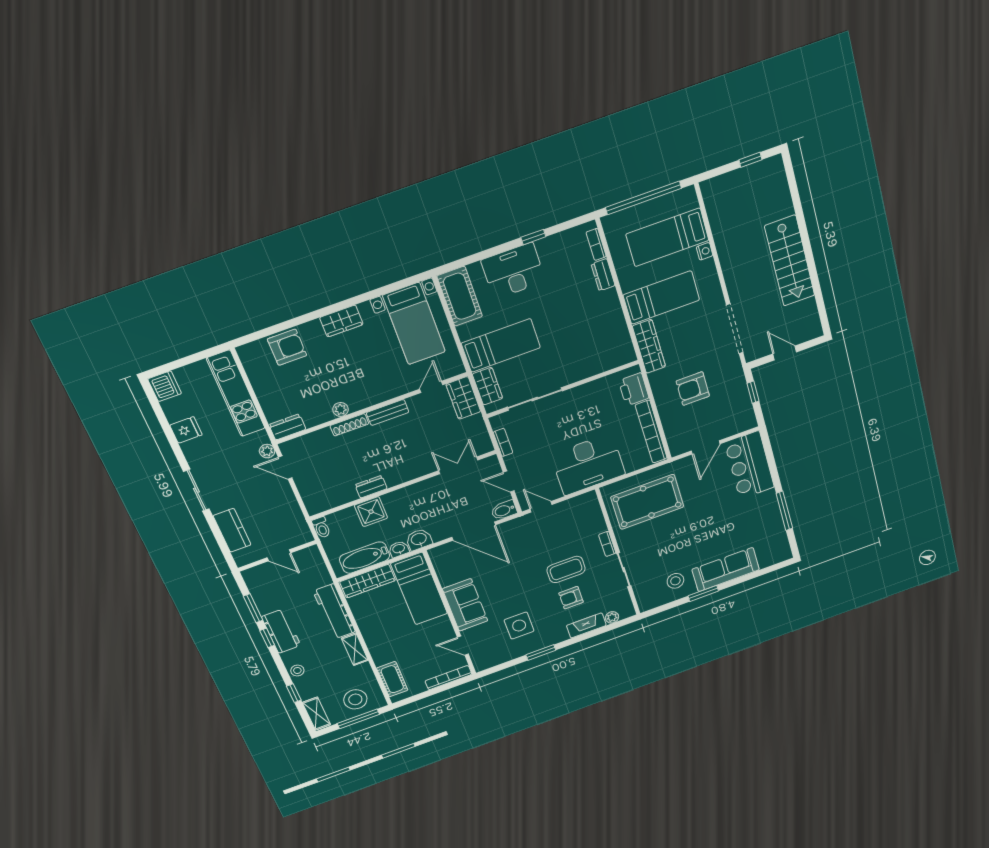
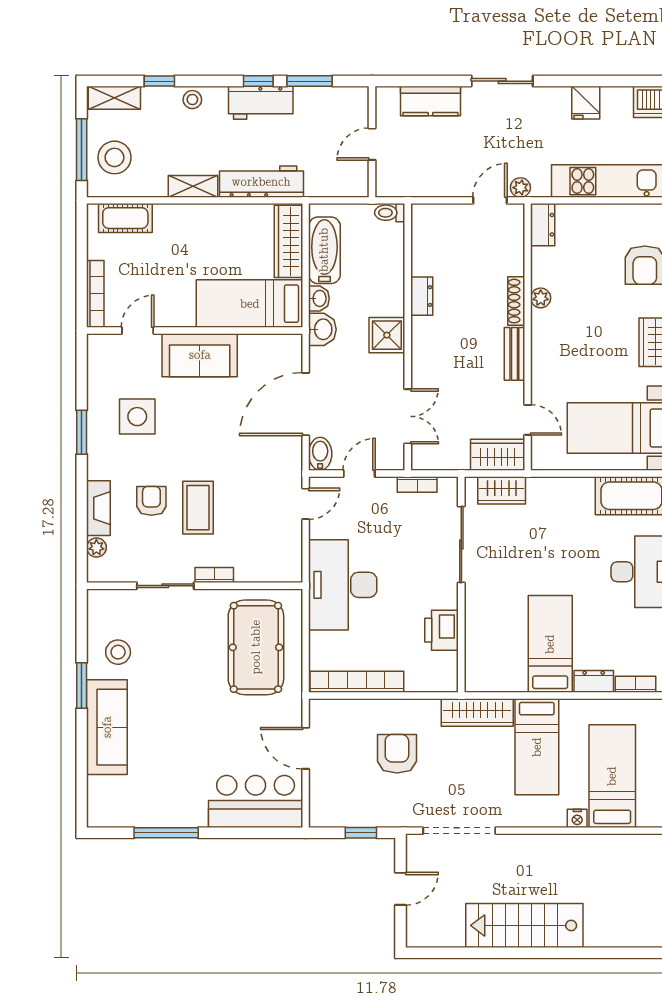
bed: (501, 345) -> (550, 644), moved, turned 180
printer: (634, 389) -> (442, 630), moved, turned -90
shower: (371, 512) -> (387, 335), moved

